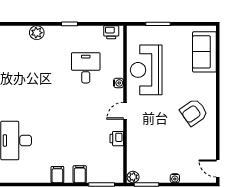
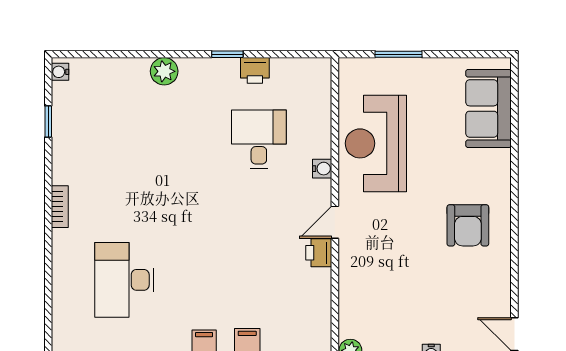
printer: (111, 32) -> (255, 70), moved
armchair: (194, 112) -> (468, 225), turned -55
printer: (117, 139) -> (319, 253), moved

